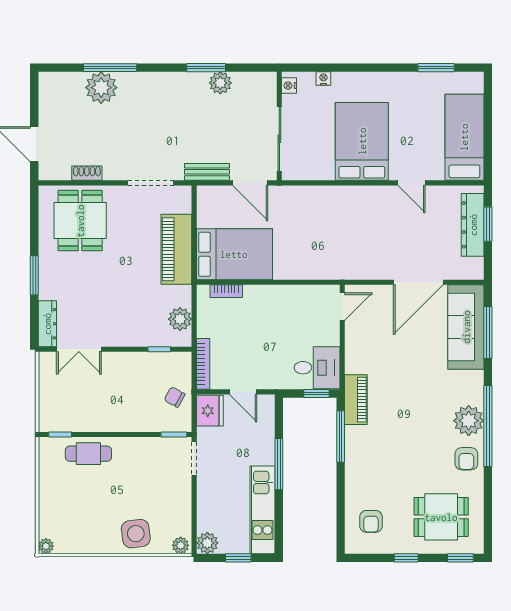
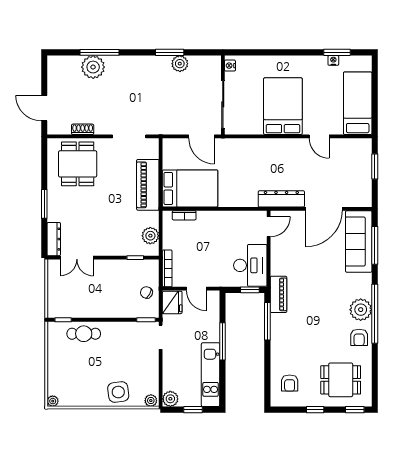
nightstand: (323, 79) -> (333, 60), moved
bench: (207, 172) -> (170, 128), removed
dresser: (473, 225) -> (281, 199), moved, turned 90
desk: (317, 368) -> (250, 265), width x1.37

